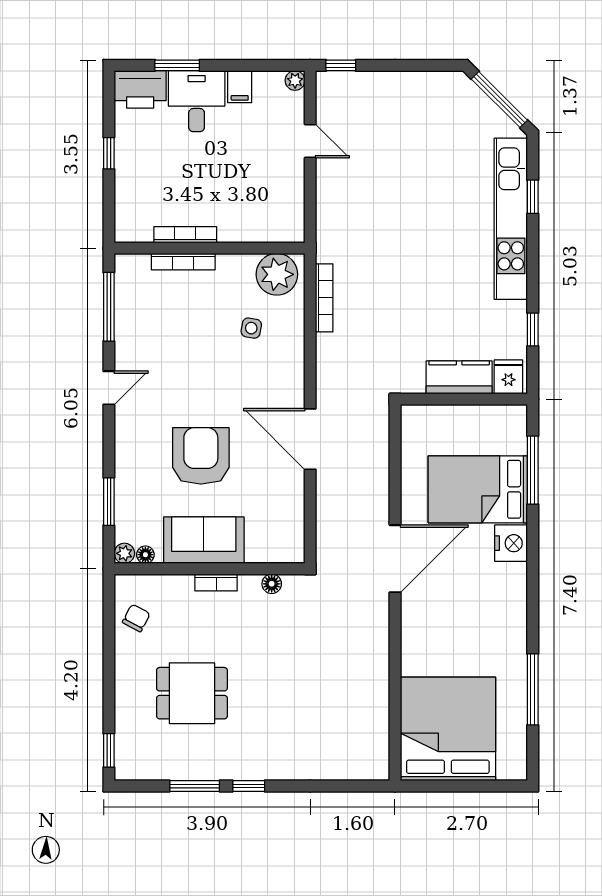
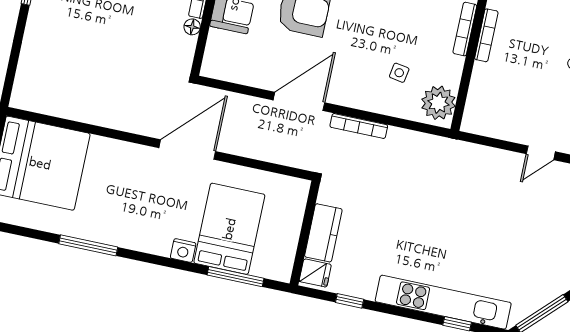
bookcase: (324, 298) -> (359, 126), moved
nightstand: (511, 543) -> (183, 251), width x0.74, depth x0.75
door: (395, 559) -> (187, 150), swing flipped
floor lamp: (272, 584) -> (192, 27), moved
window: (533, 689) -> (88, 245), moved

